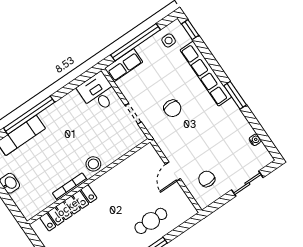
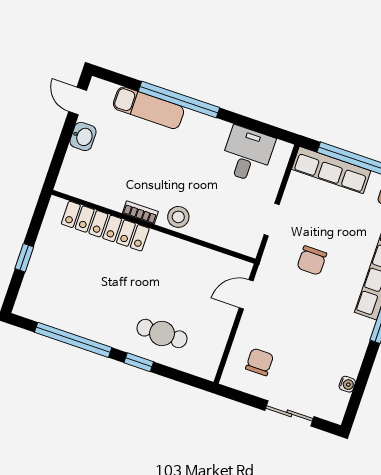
row of seats: (124, 65) -> (331, 170), width x1.48
desk: (98, 93) -> (247, 154), moved
door: (173, 172) -> (246, 294), moved
bookcase: (70, 187) -> (140, 212), width x0.64

